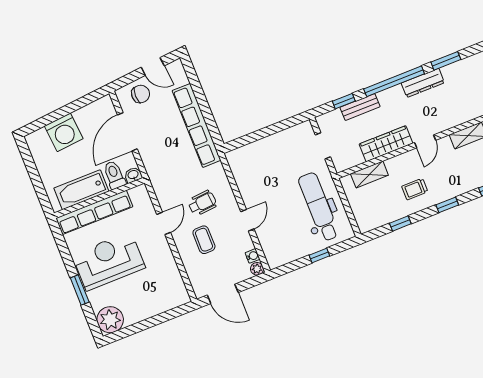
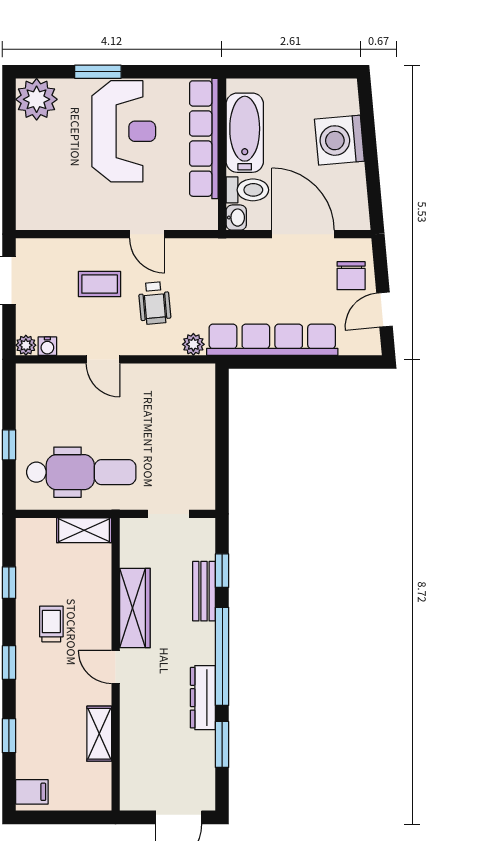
plant: (218, 171) -> (193, 344), added
shelving: (369, 174) -> (84, 530), moved, turned 90

